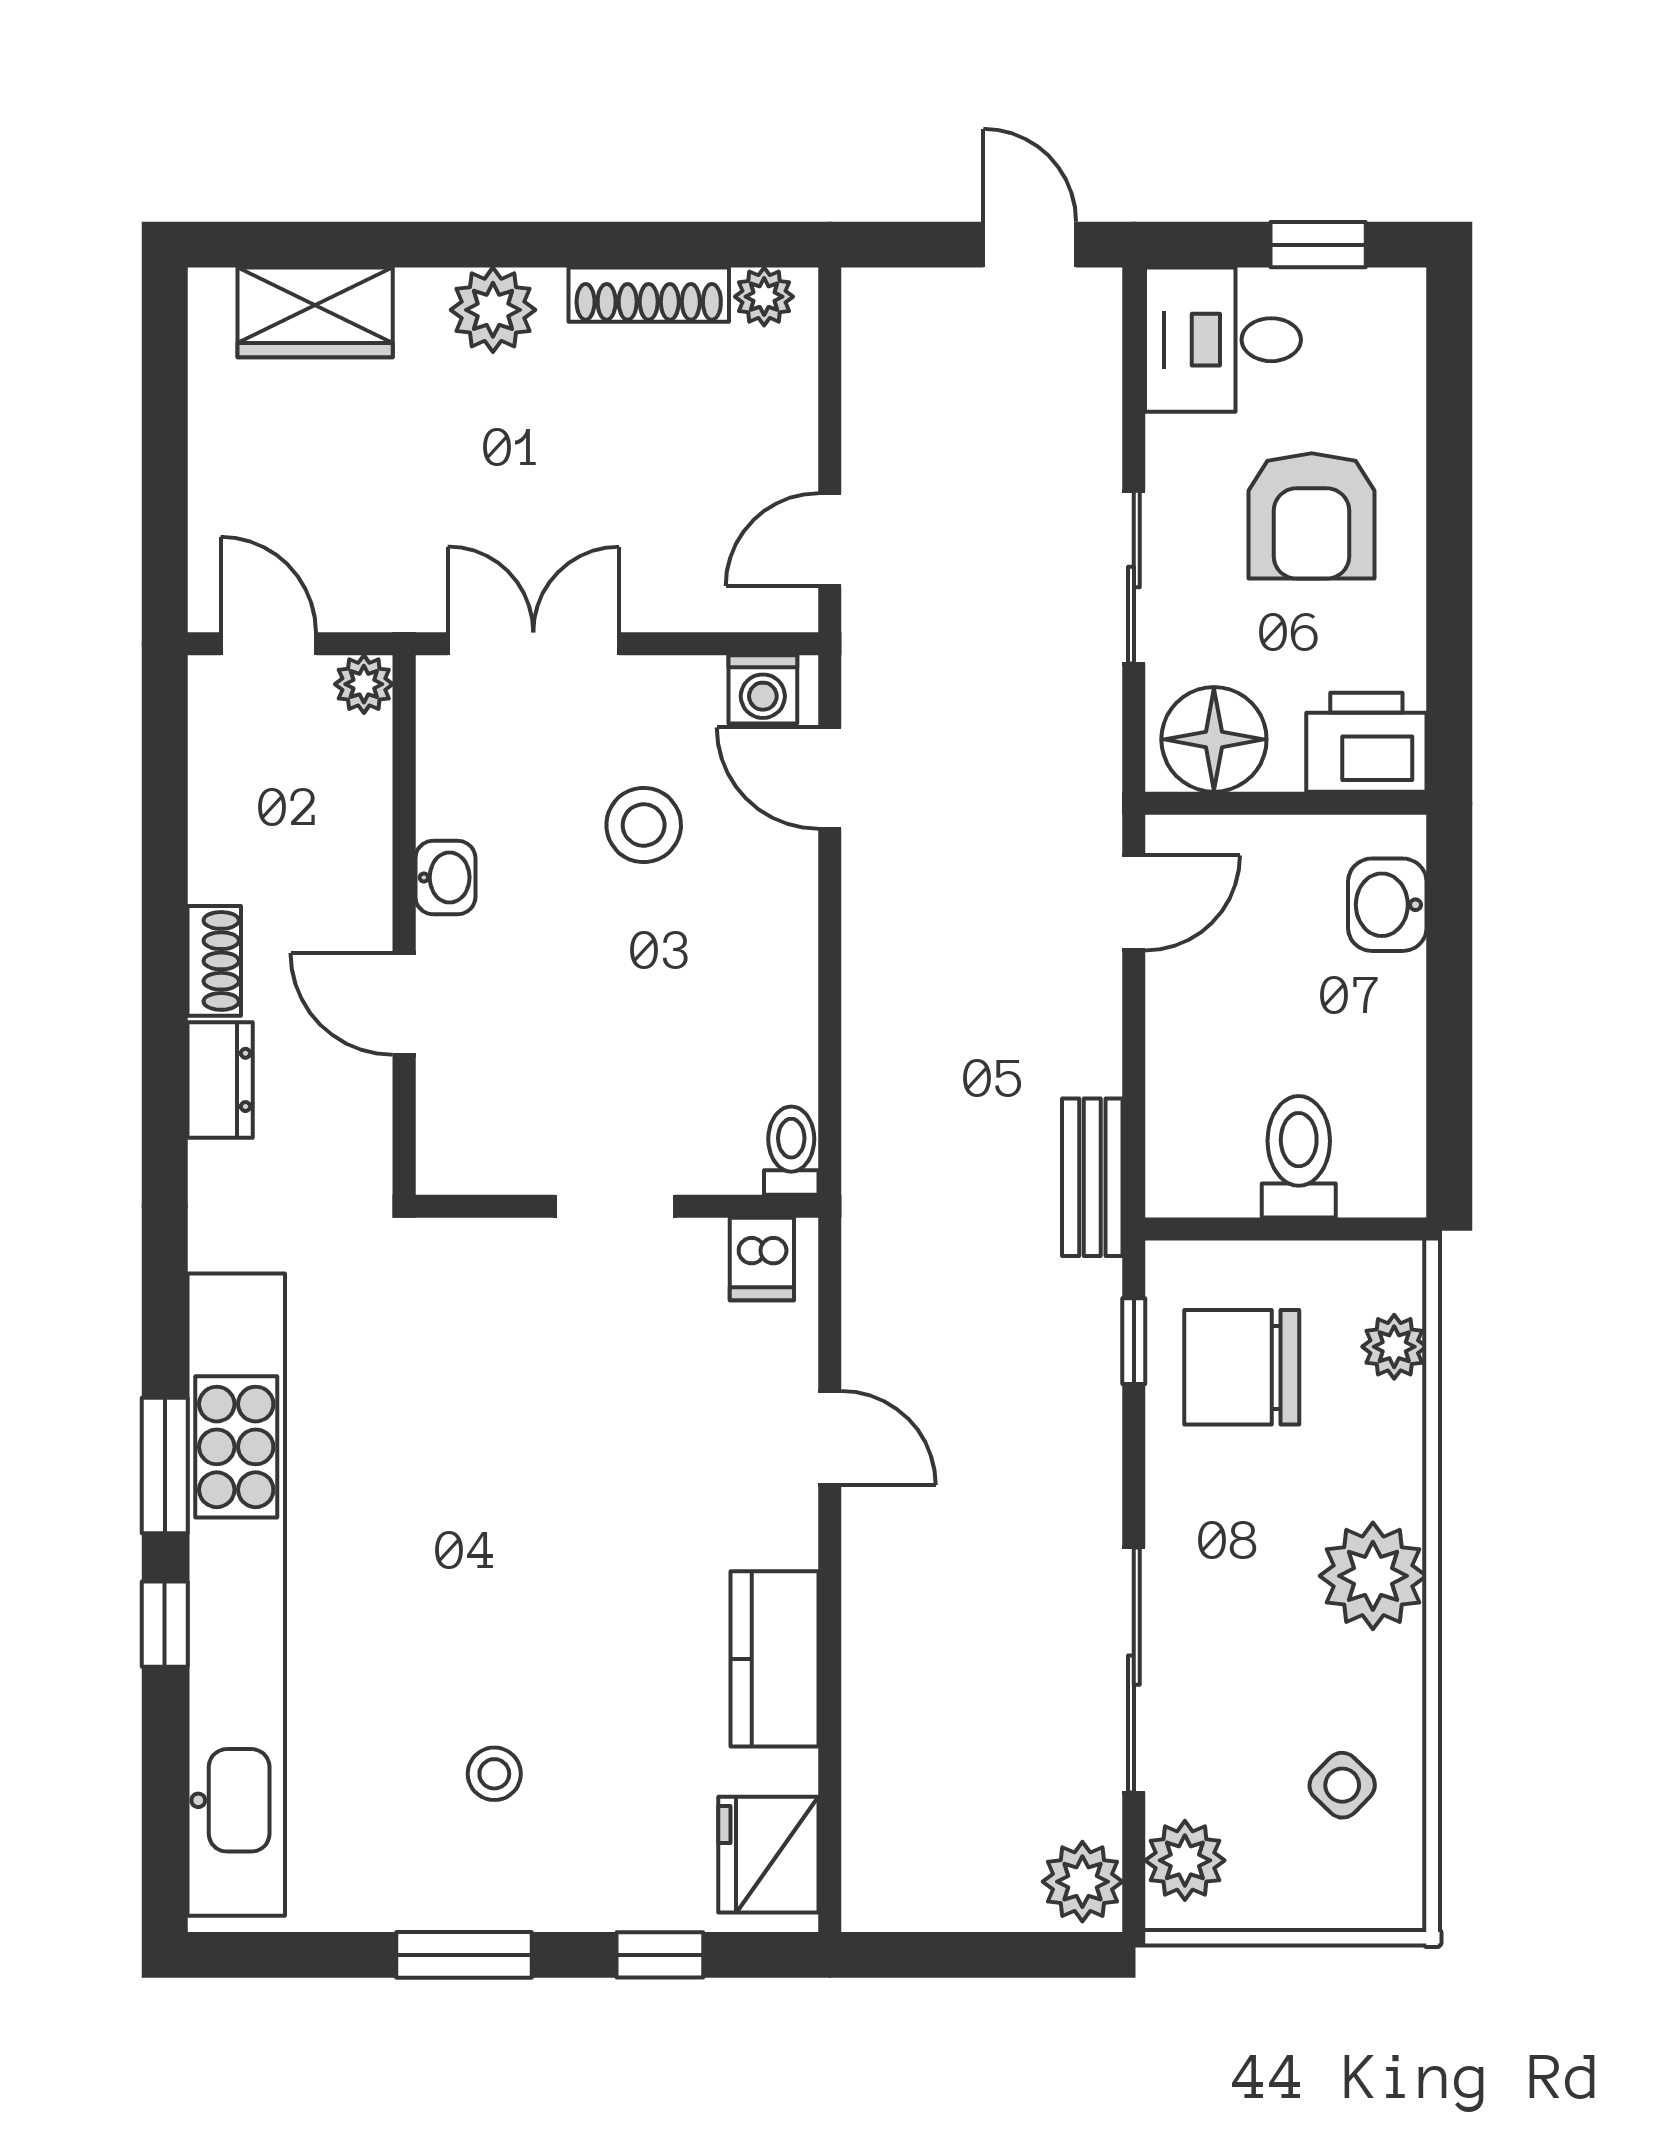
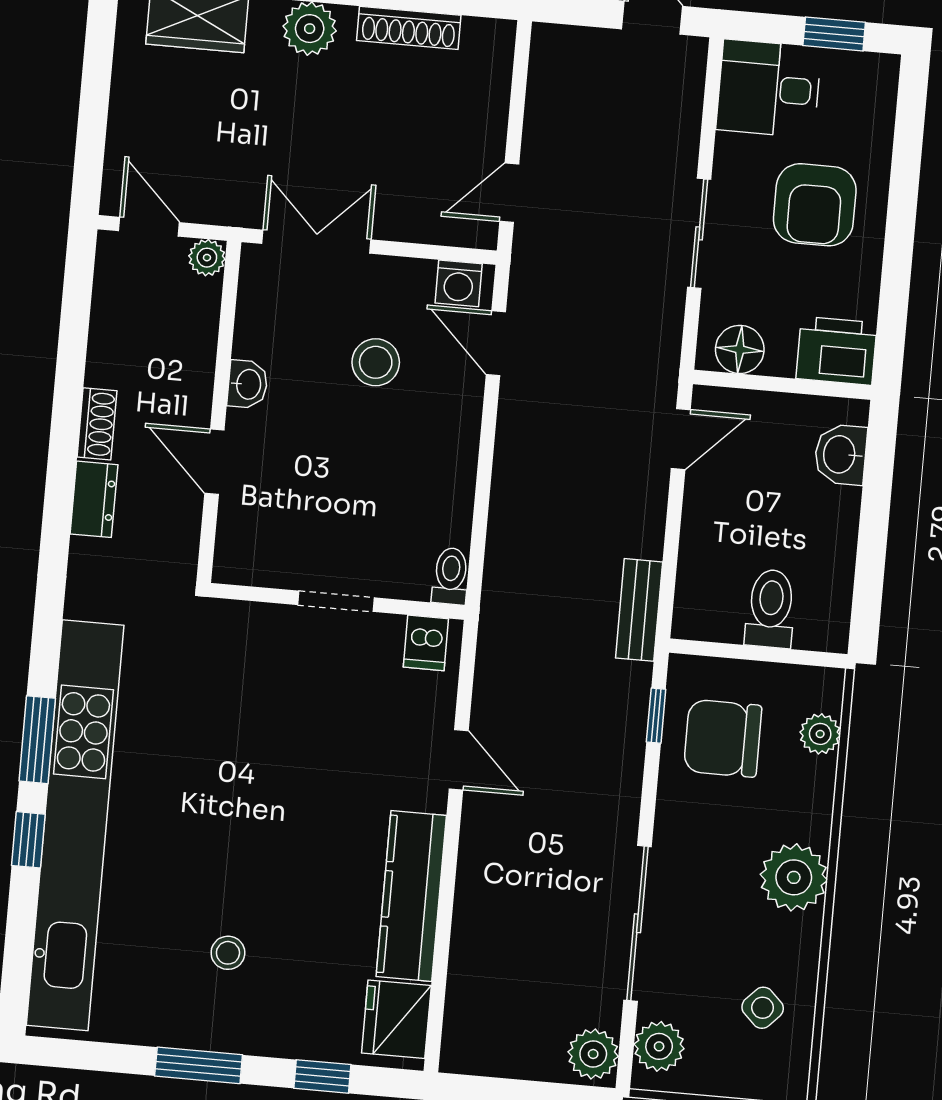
plant: (764, 297) -> (481, 36), removed
floor lamp: (1214, 739) -> (740, 349), width x0.73, depth x0.73
kitchen counter: (775, 1659) -> (411, 896), width x1.50

